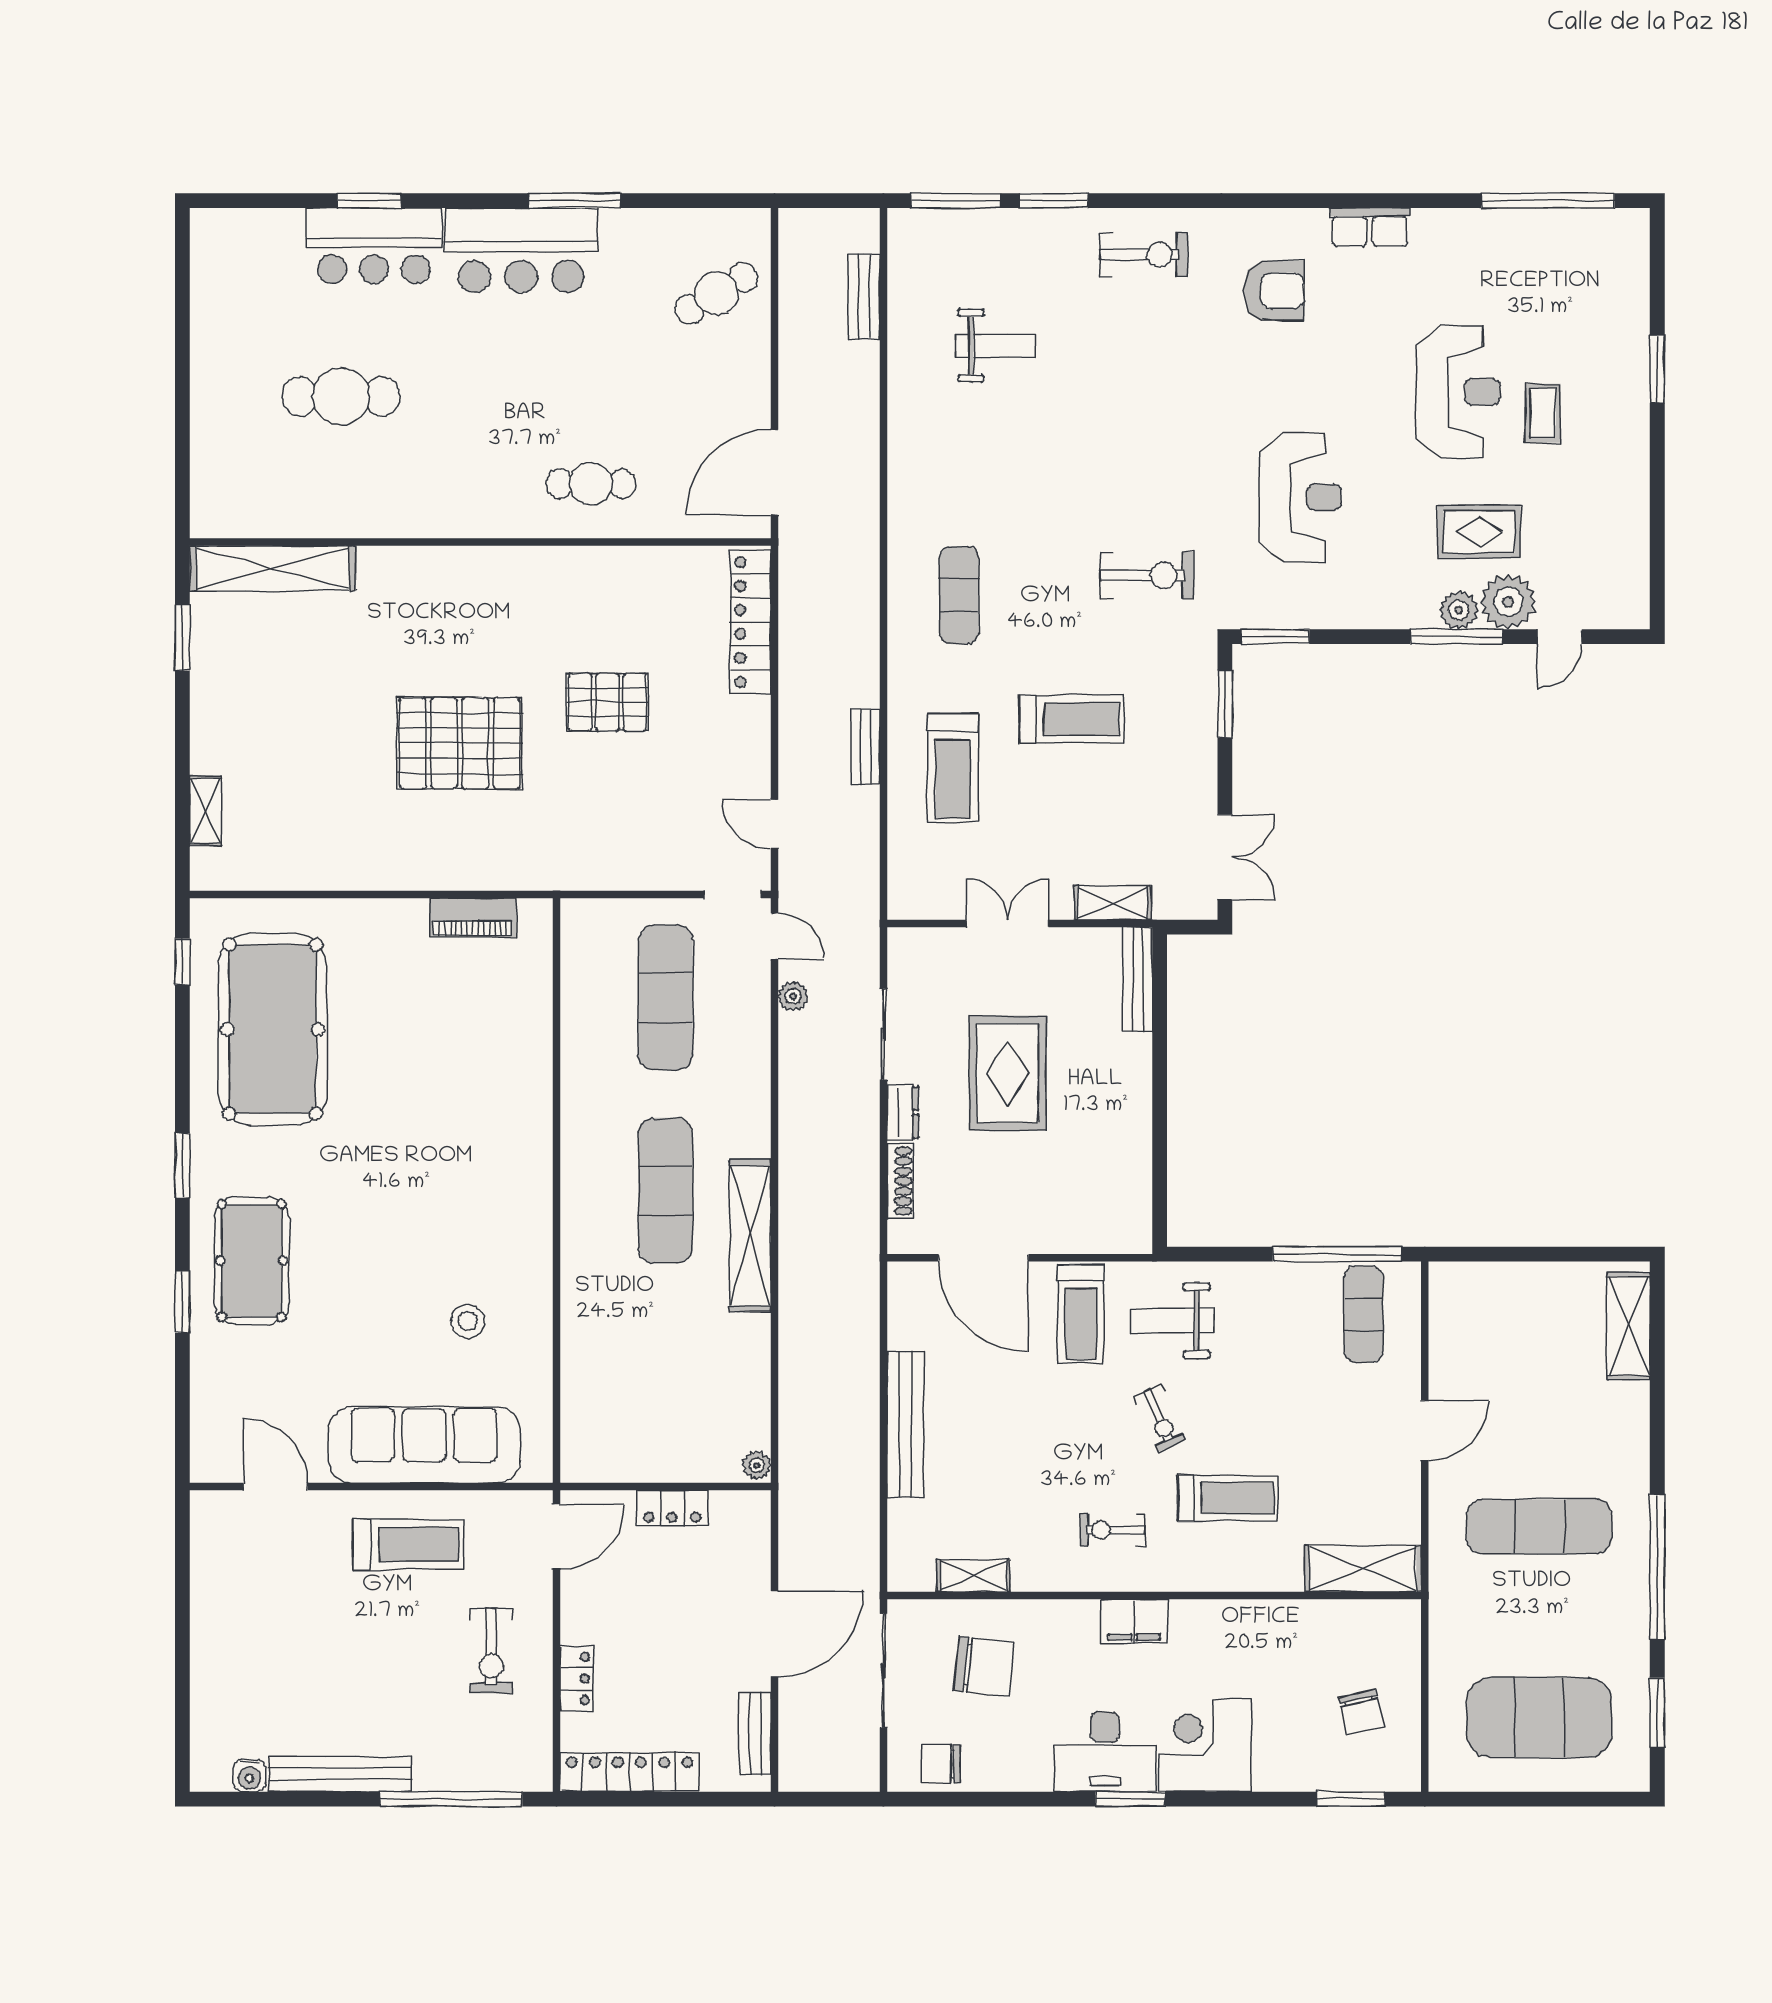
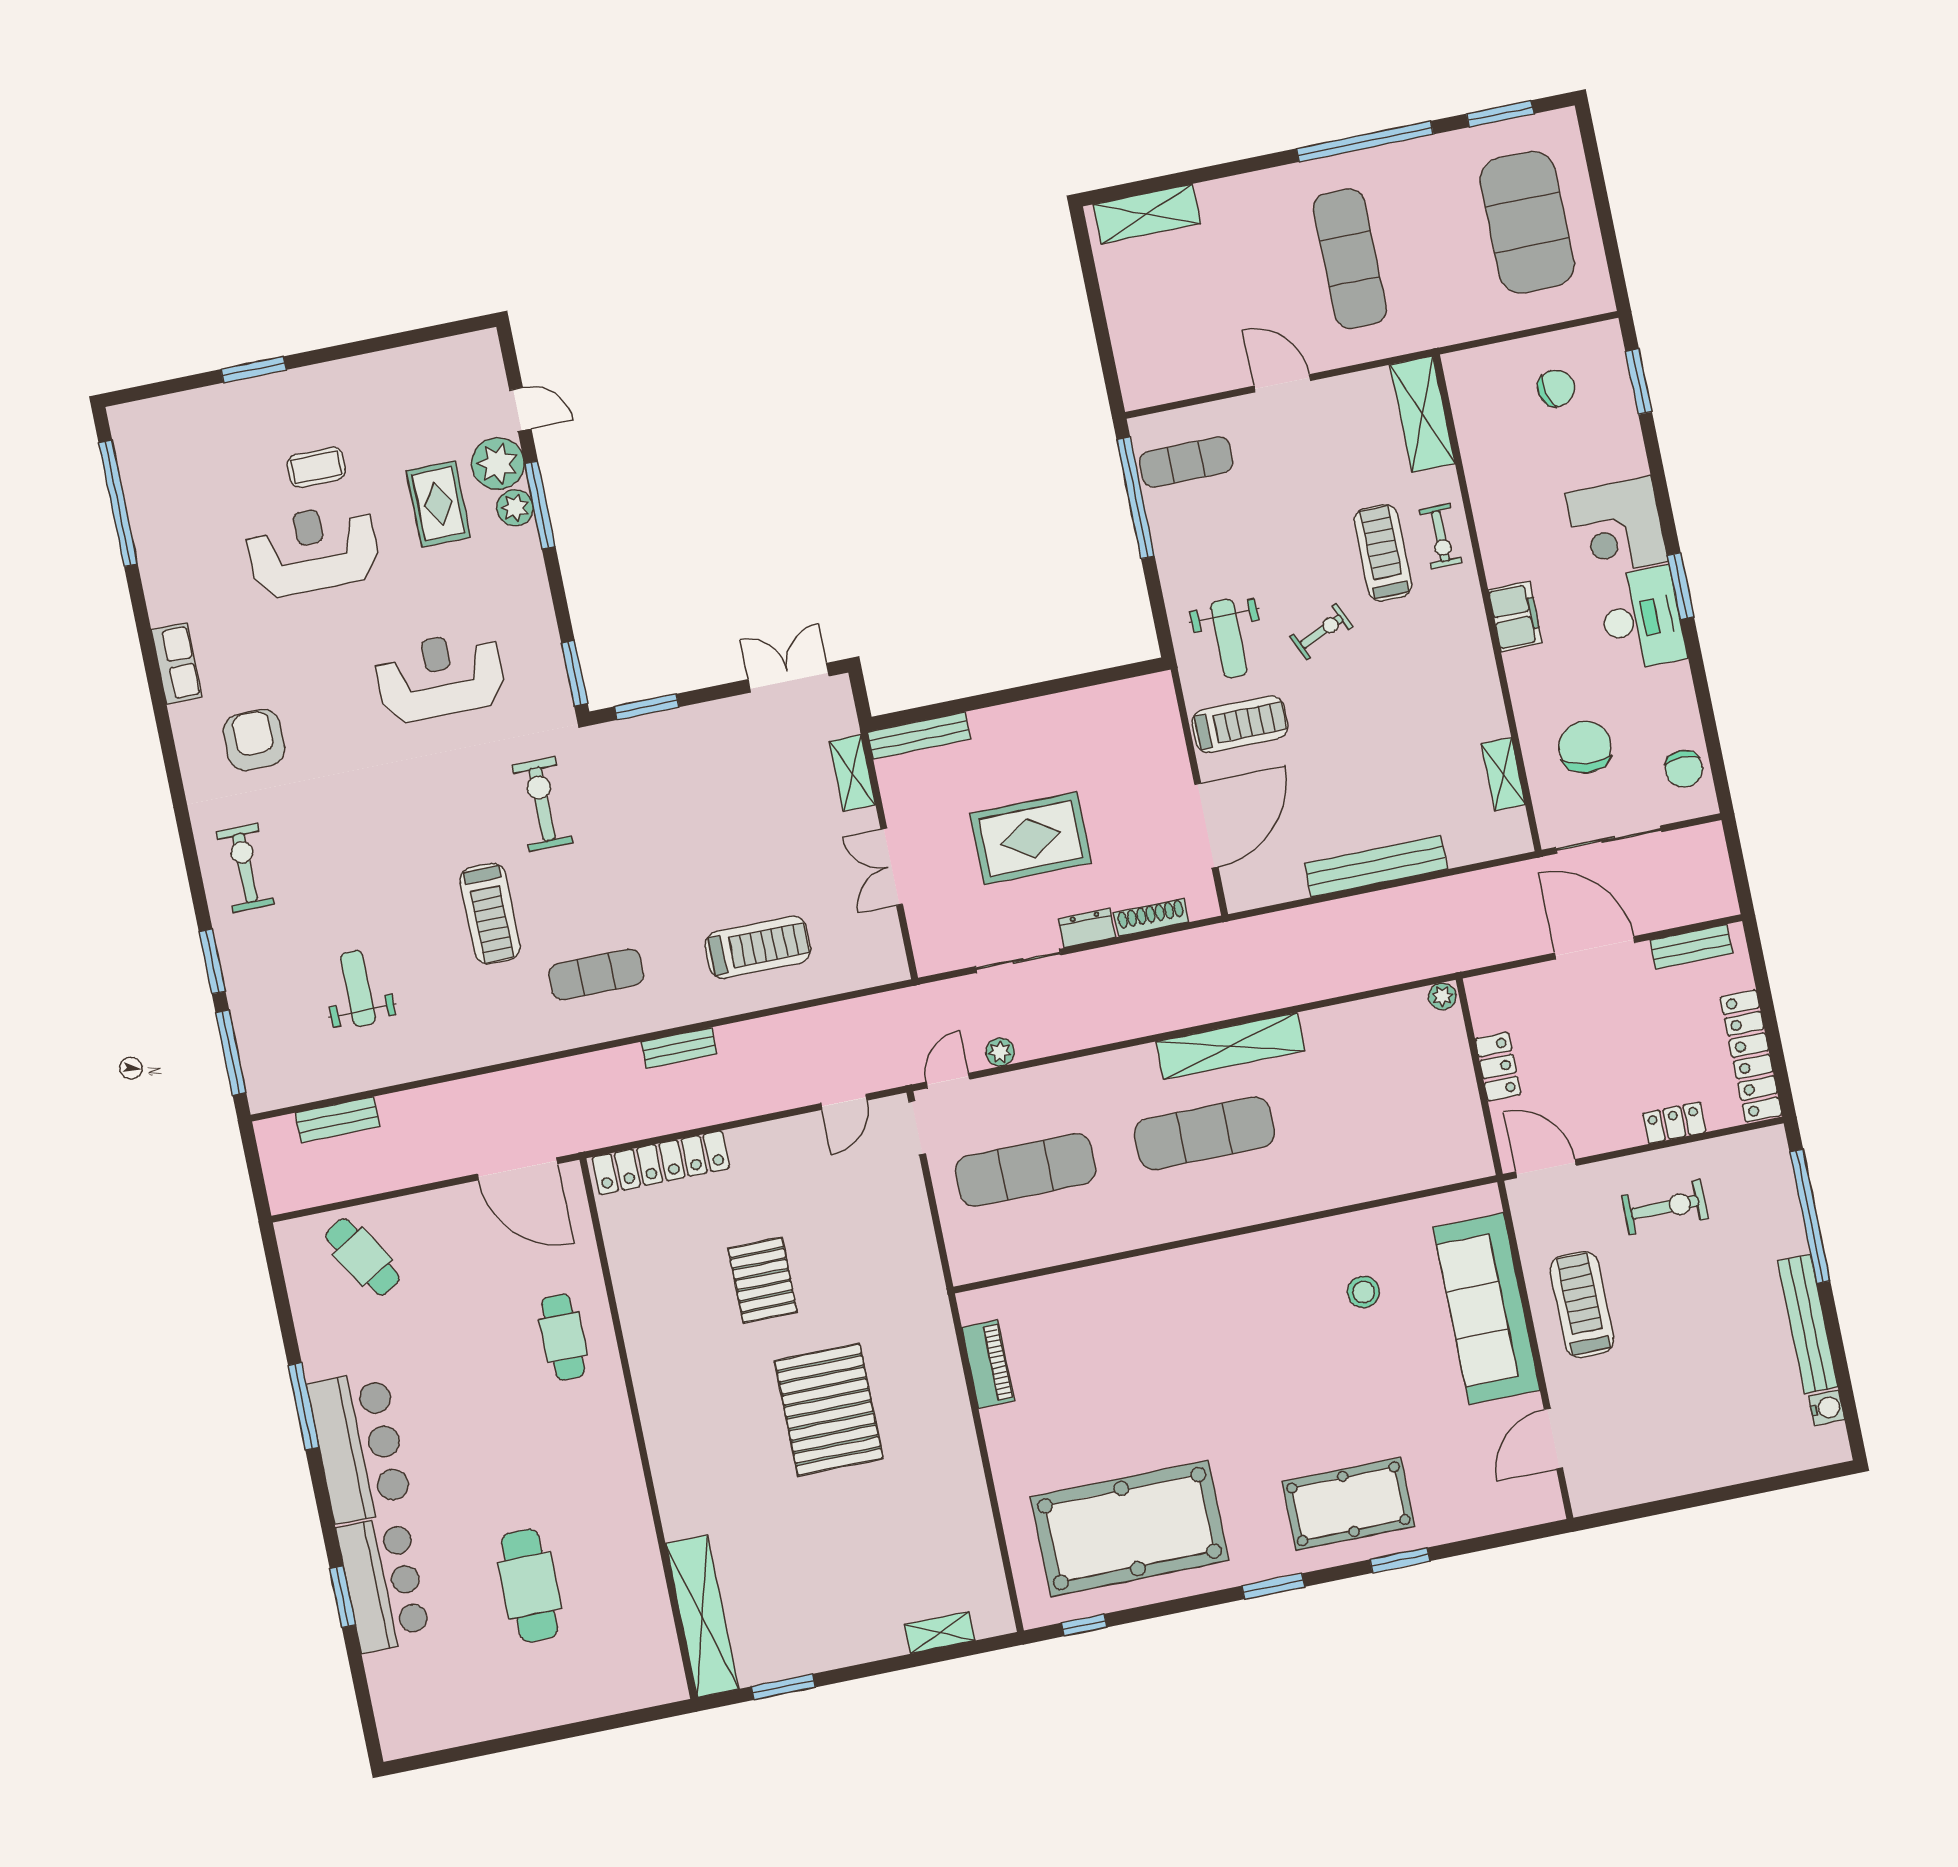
treadmill: (1071, 719) -> (490, 914), moved, turned 180
bench: (865, 747) -> (679, 1048), moved
exercise bike: (1113, 1530) -> (1441, 536), moved

